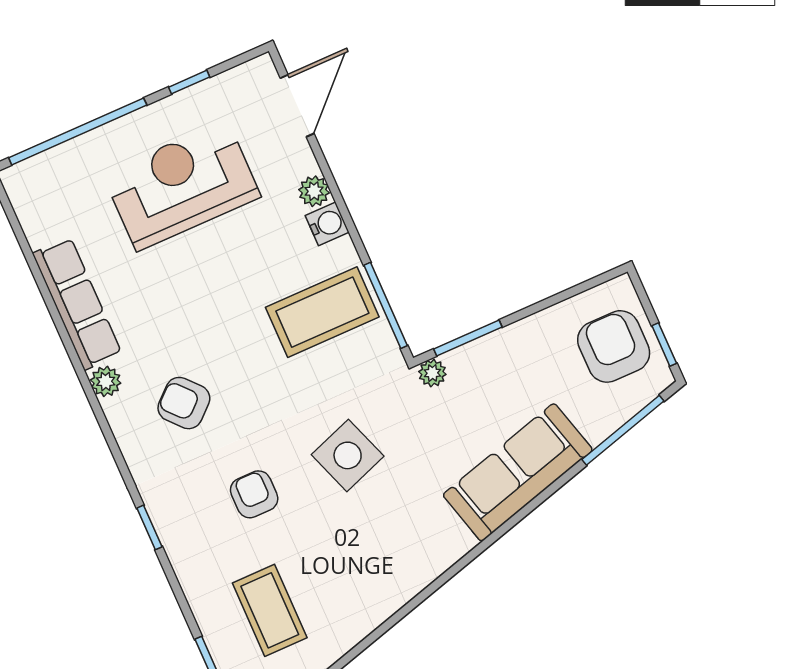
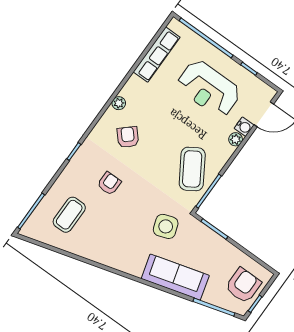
reception desk: (182, 185) -> (209, 89), turned 180
water cooler: (327, 224) -> (244, 127), moved
row of seats: (77, 304) -> (157, 55), moved
coffee table: (322, 312) -> (192, 169), turned 58
plant: (432, 373) -> (194, 223), removed
side table: (348, 455) -> (166, 226), moved

